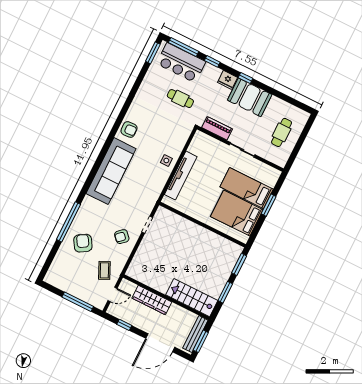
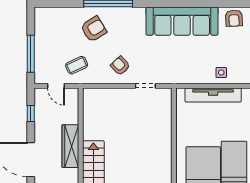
wardrobe: (152, 300) -> (70, 146), moved

